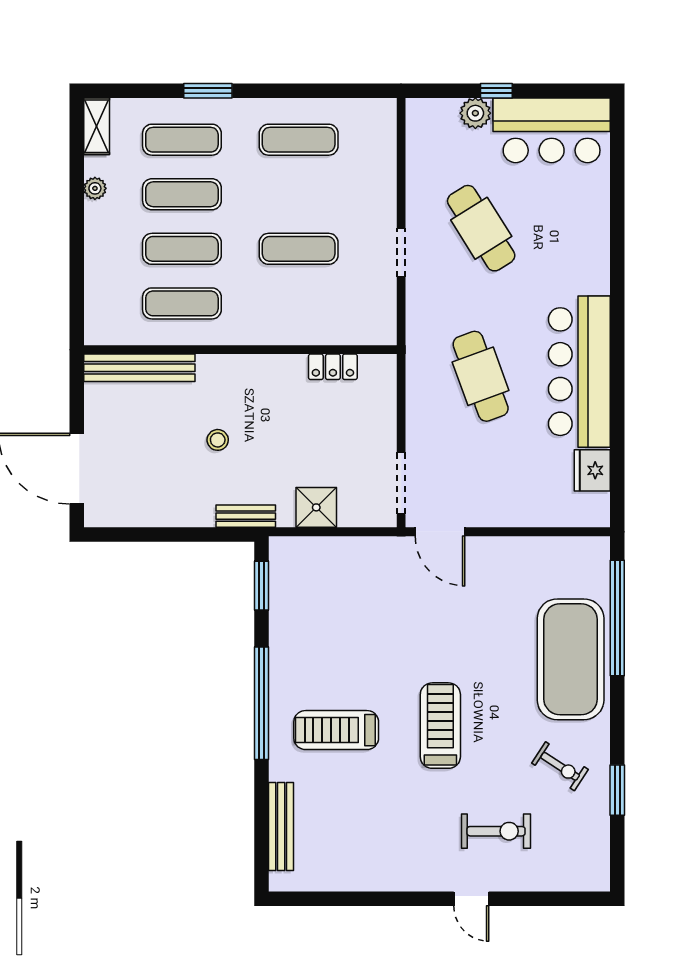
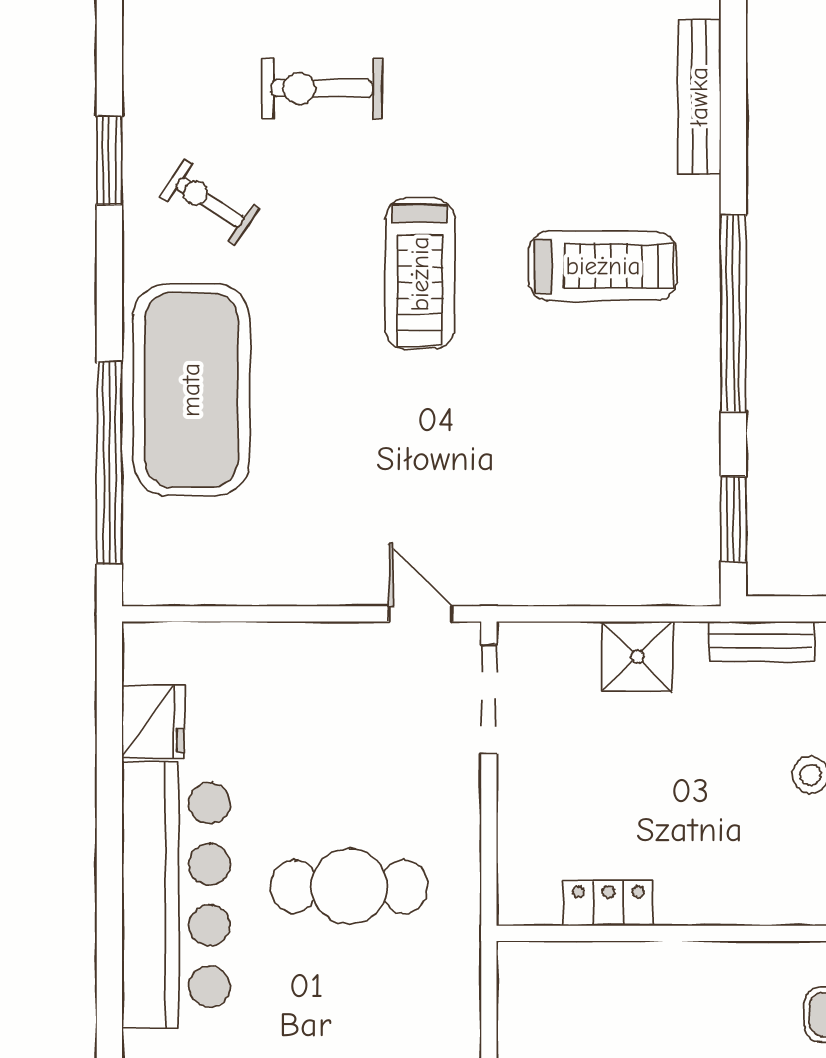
cafe table: (481, 376) -> (349, 887), turned -70
door: (440, 532) -> (421, 614), width x0.73

